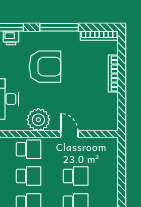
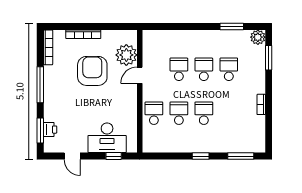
armchair: (45, 67) -> (92, 71), moved
plant: (38, 120) -> (126, 55), moved

